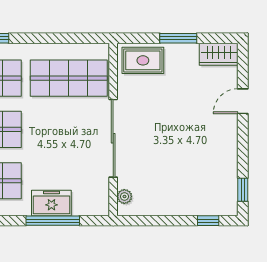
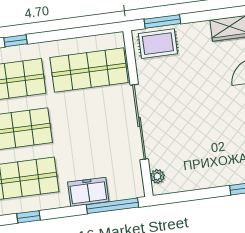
window: (178, 38) -> (162, 21), moved
window: (53, 221) -> (113, 206), moved

